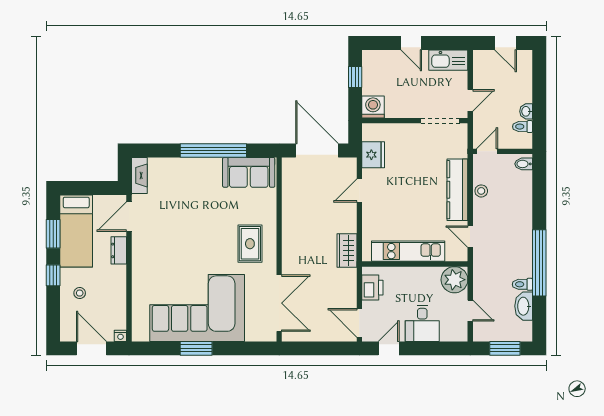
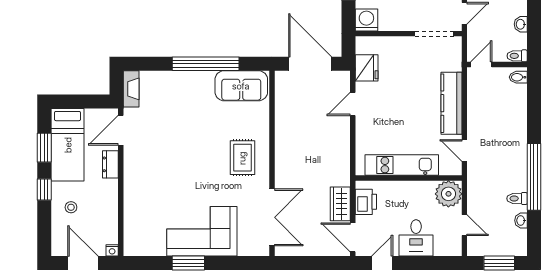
toilet: (523, 127) -> (517, 56), moved
stool: (481, 191) -> (475, 104), removed
wardrobe: (347, 250) -> (340, 204), moved
washbasin: (524, 306) -> (521, 220), width x0.52, depth x0.69
corner sofa: (197, 308) -> (202, 231), width x0.73, depth x0.74

